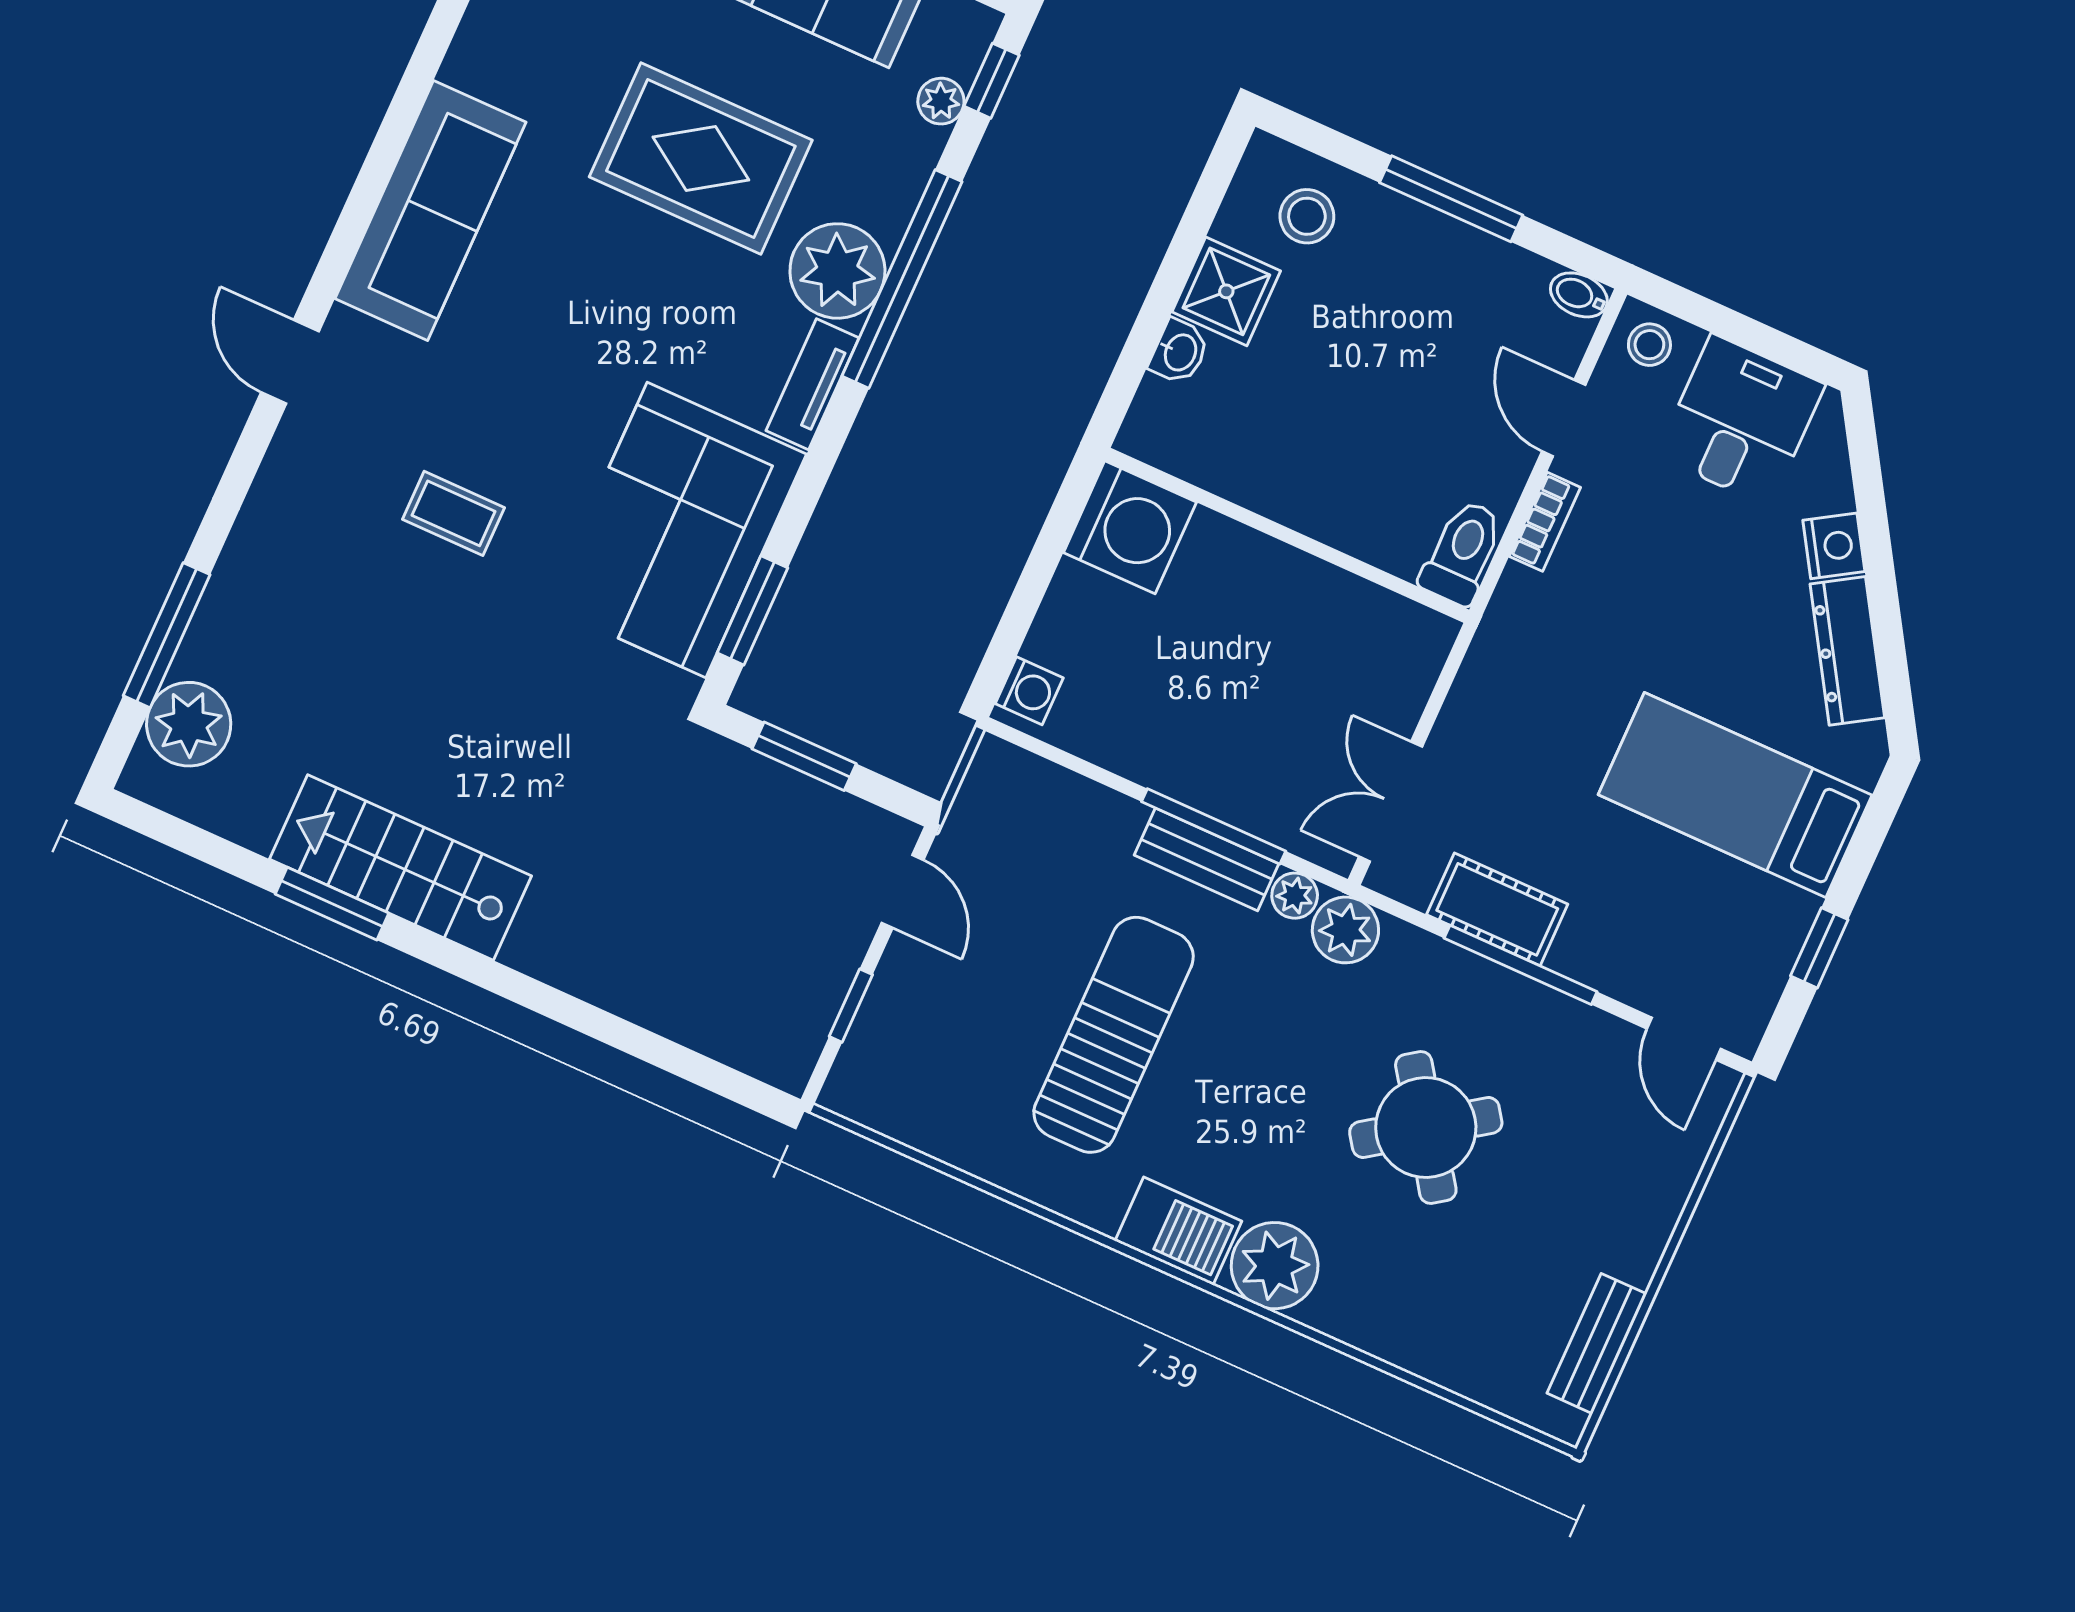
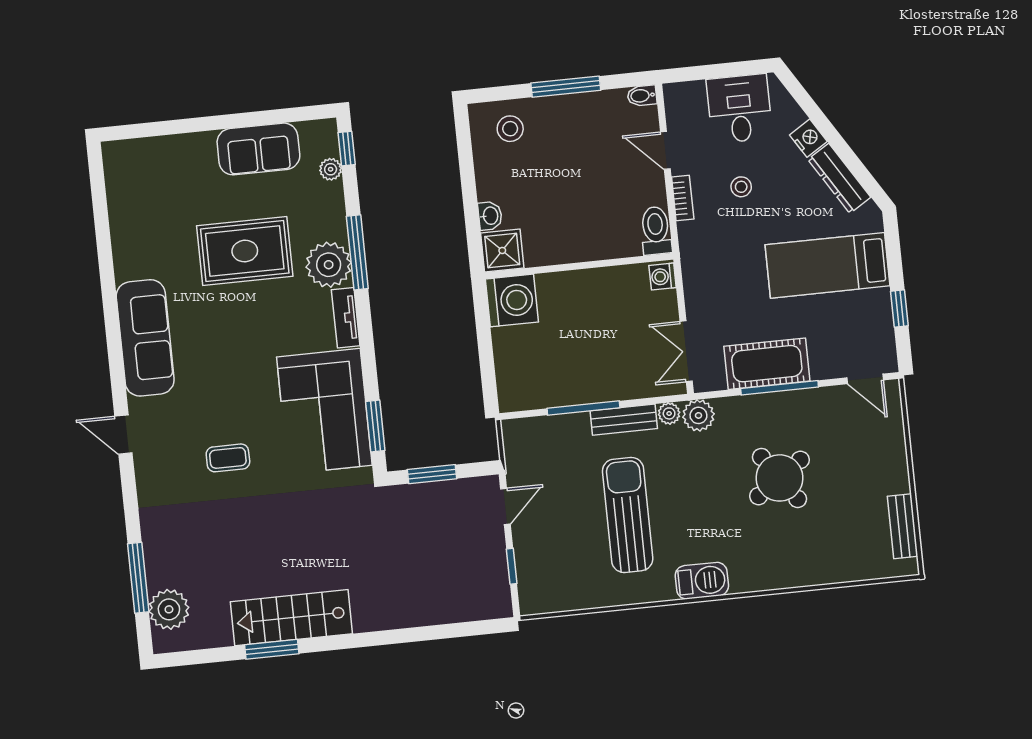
window: (902, 279) -> (357, 252), width x0.68
shower: (1226, 291) -> (502, 250), moved
stool: (1649, 345) -> (741, 187), moved
washing machine: (1029, 691) -> (663, 277), moved, turned 180
window: (1214, 826) -> (583, 408), moved
door: (902, 891) -> (505, 506), hinge flipped
cot: (1497, 909) -> (767, 364), width x1.37, depth x1.34
plant: (1275, 1266) -> (750, 572), removed

